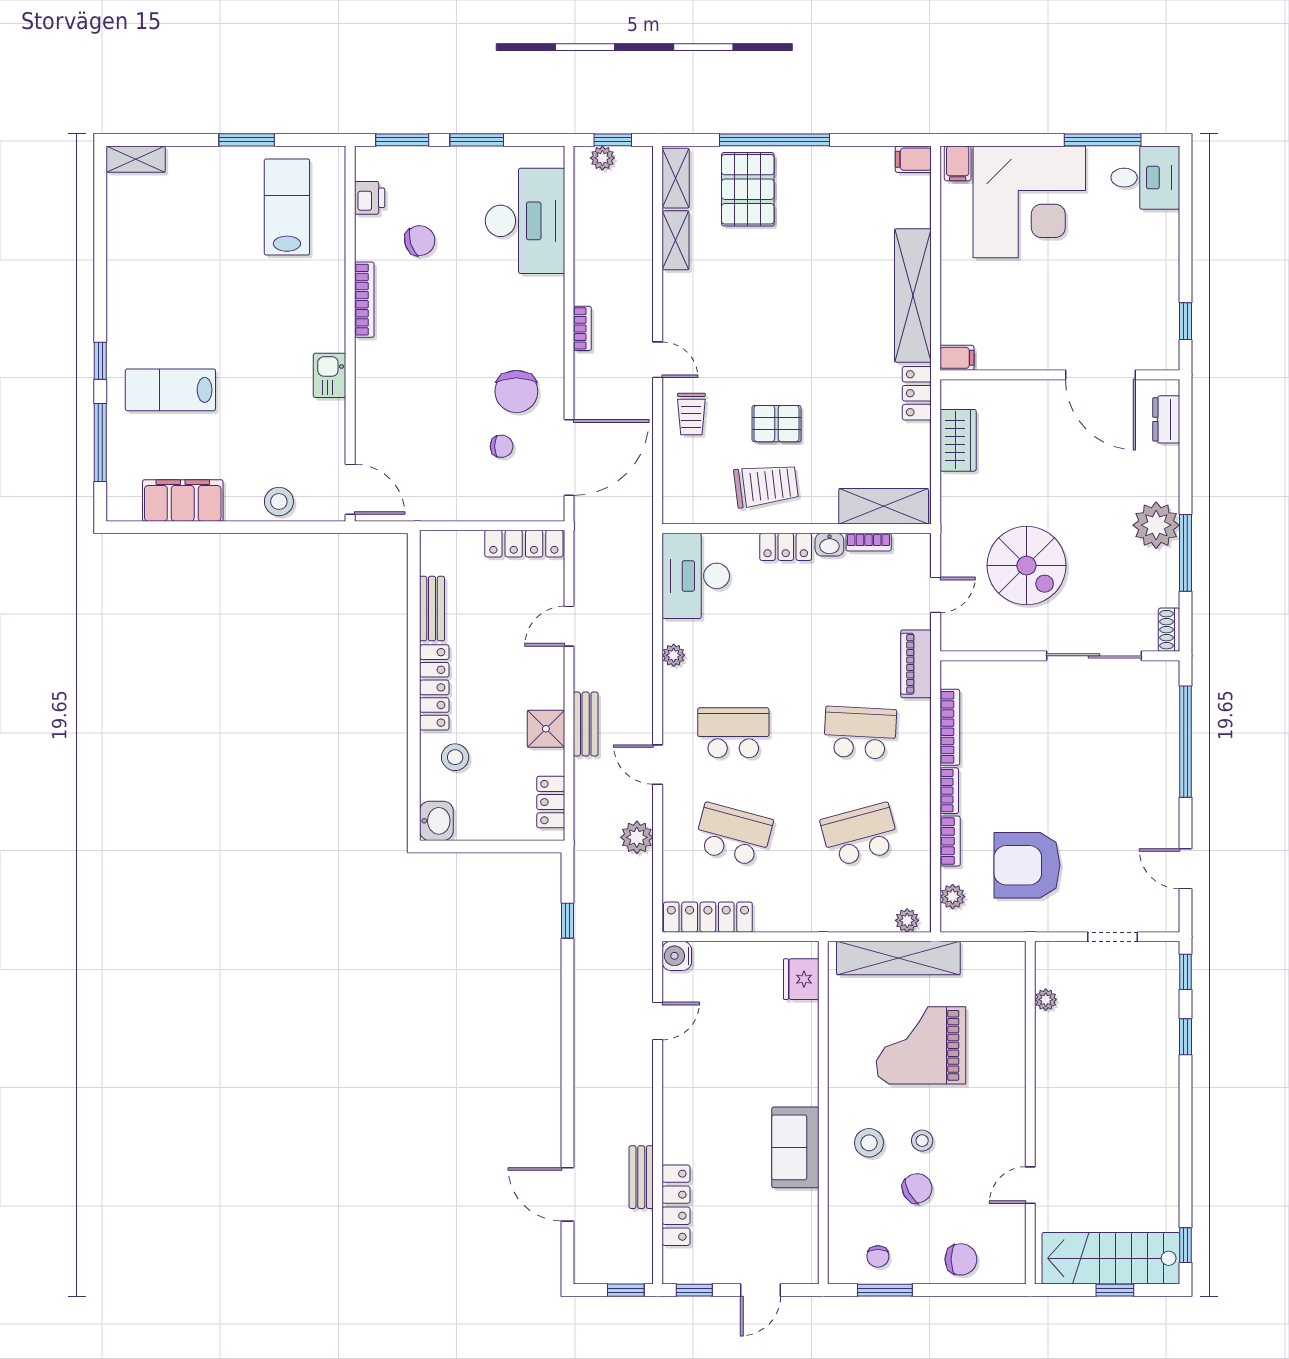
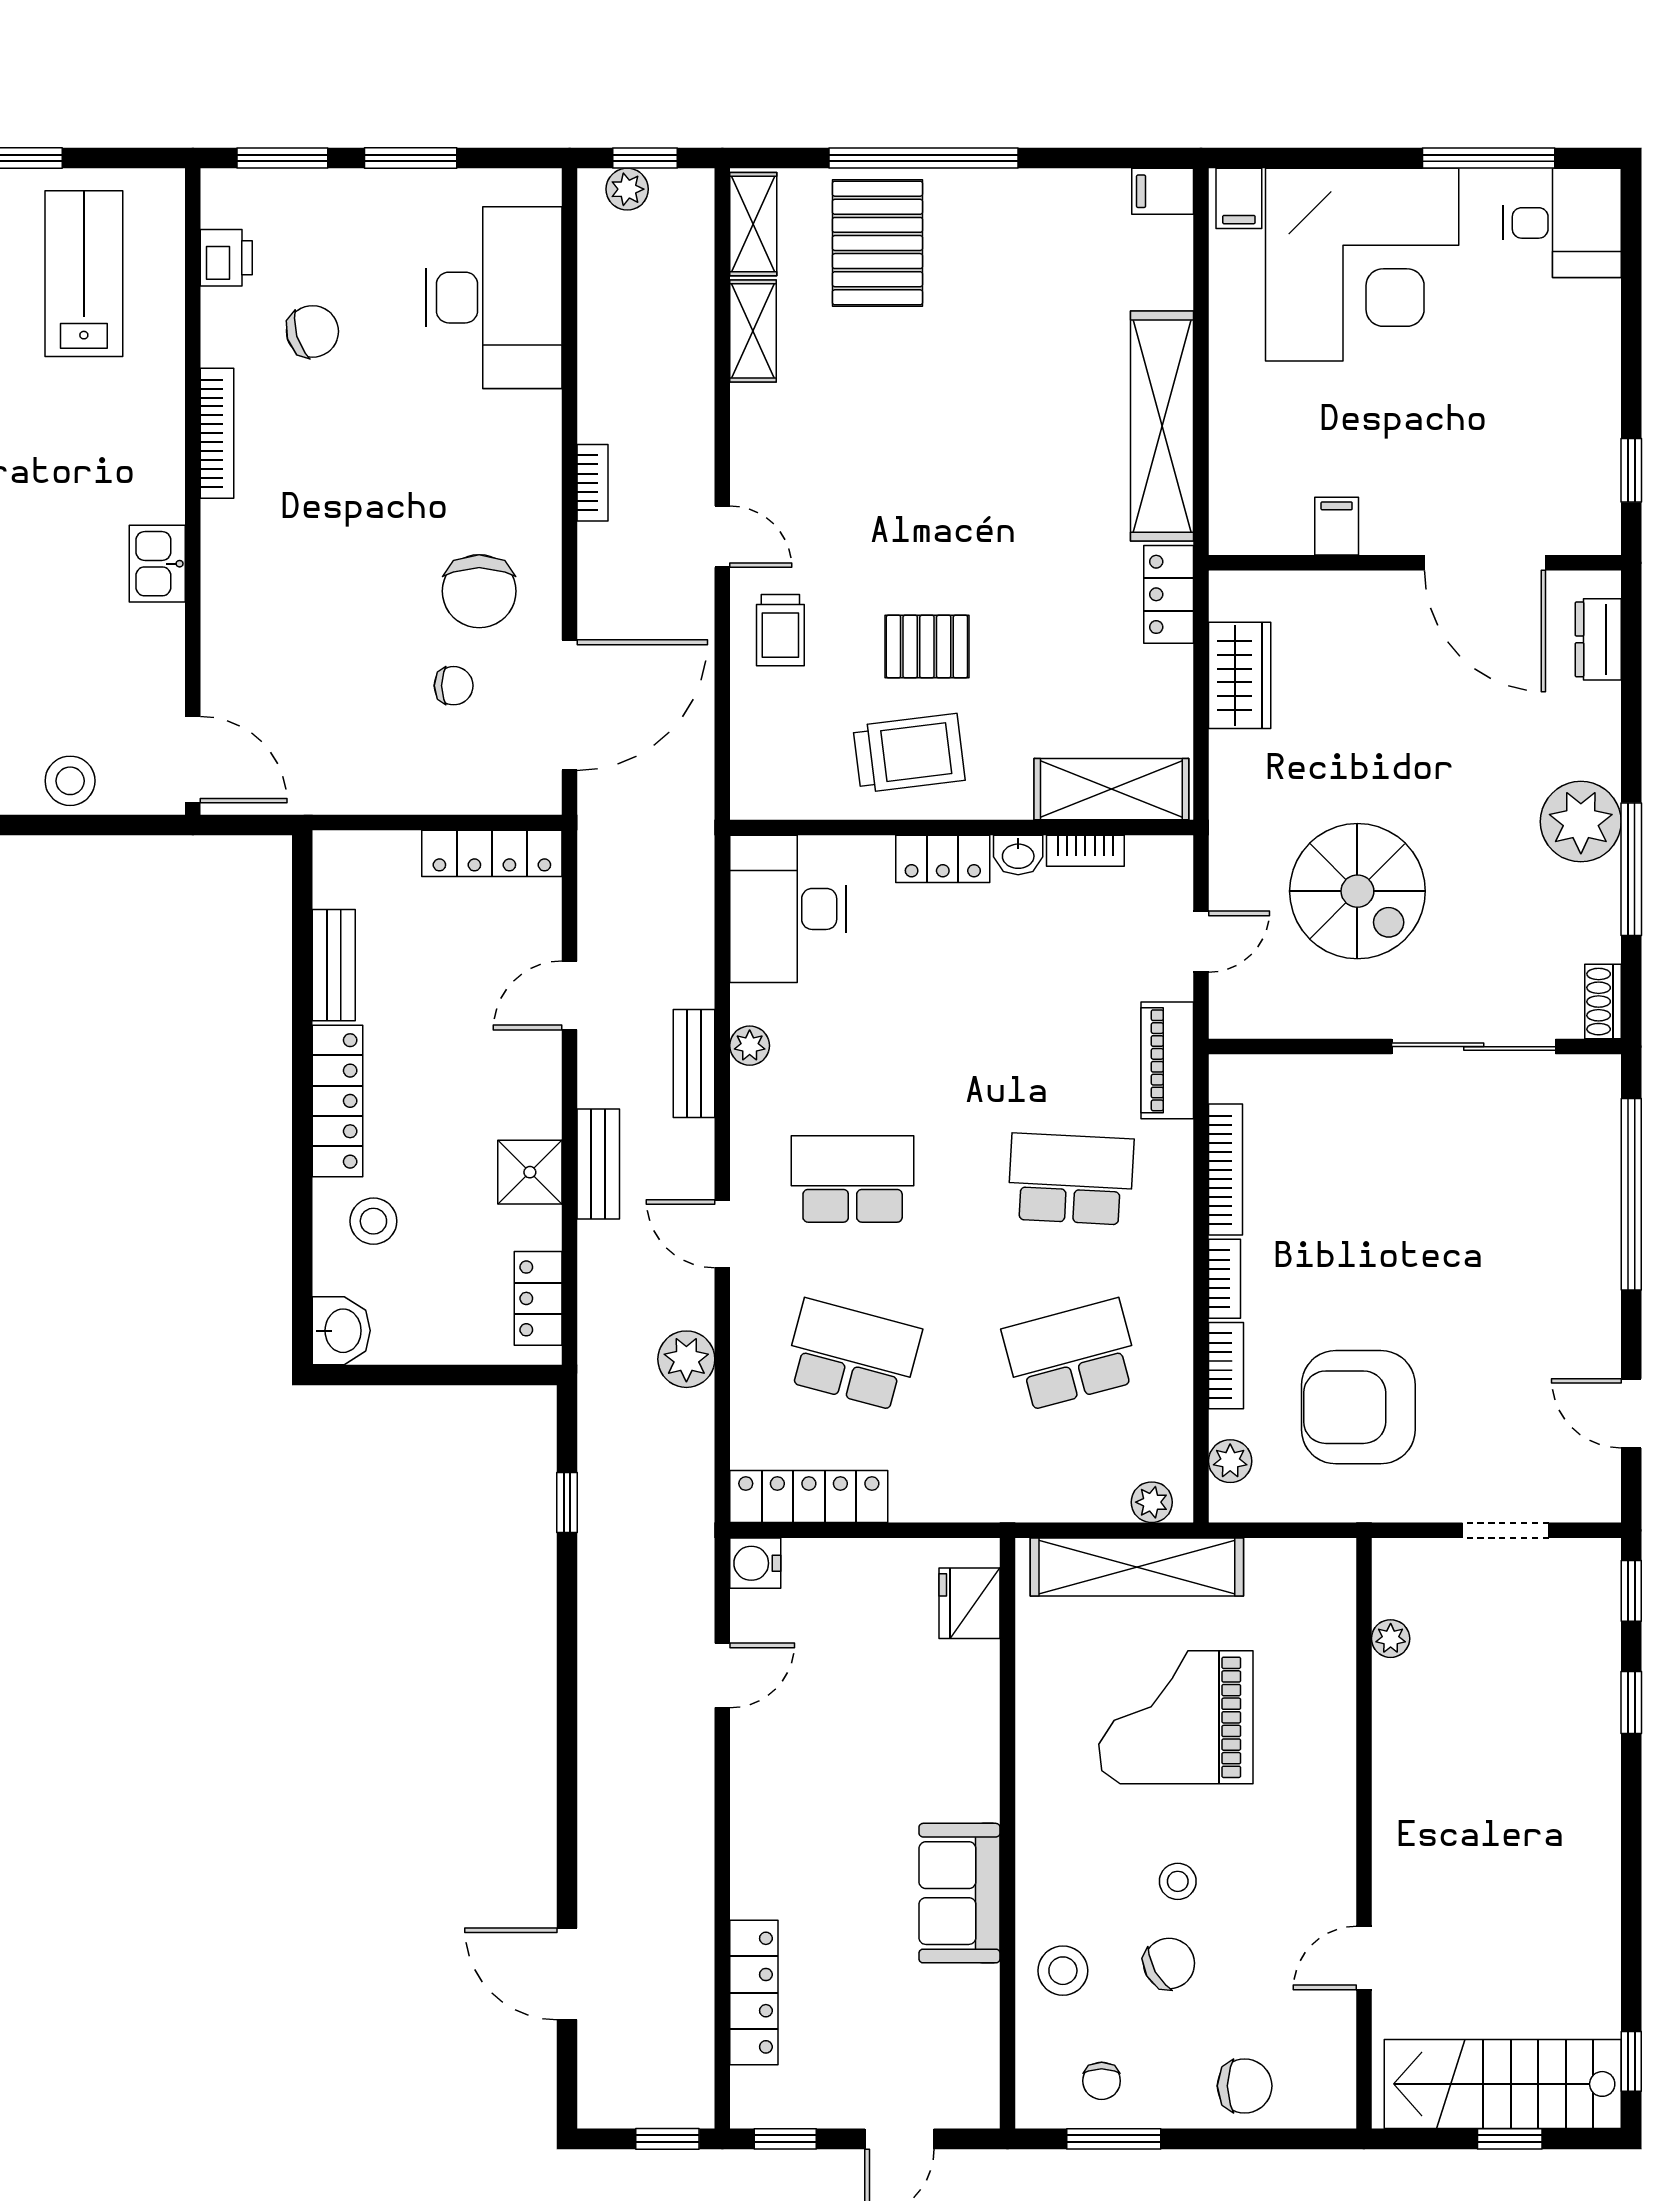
filing cabinet: (957, 358) -> (1337, 526), moved, turned -90
stool: (869, 1143) -> (1063, 1971), moved
bench: (641, 1177) -> (694, 1063), moved

